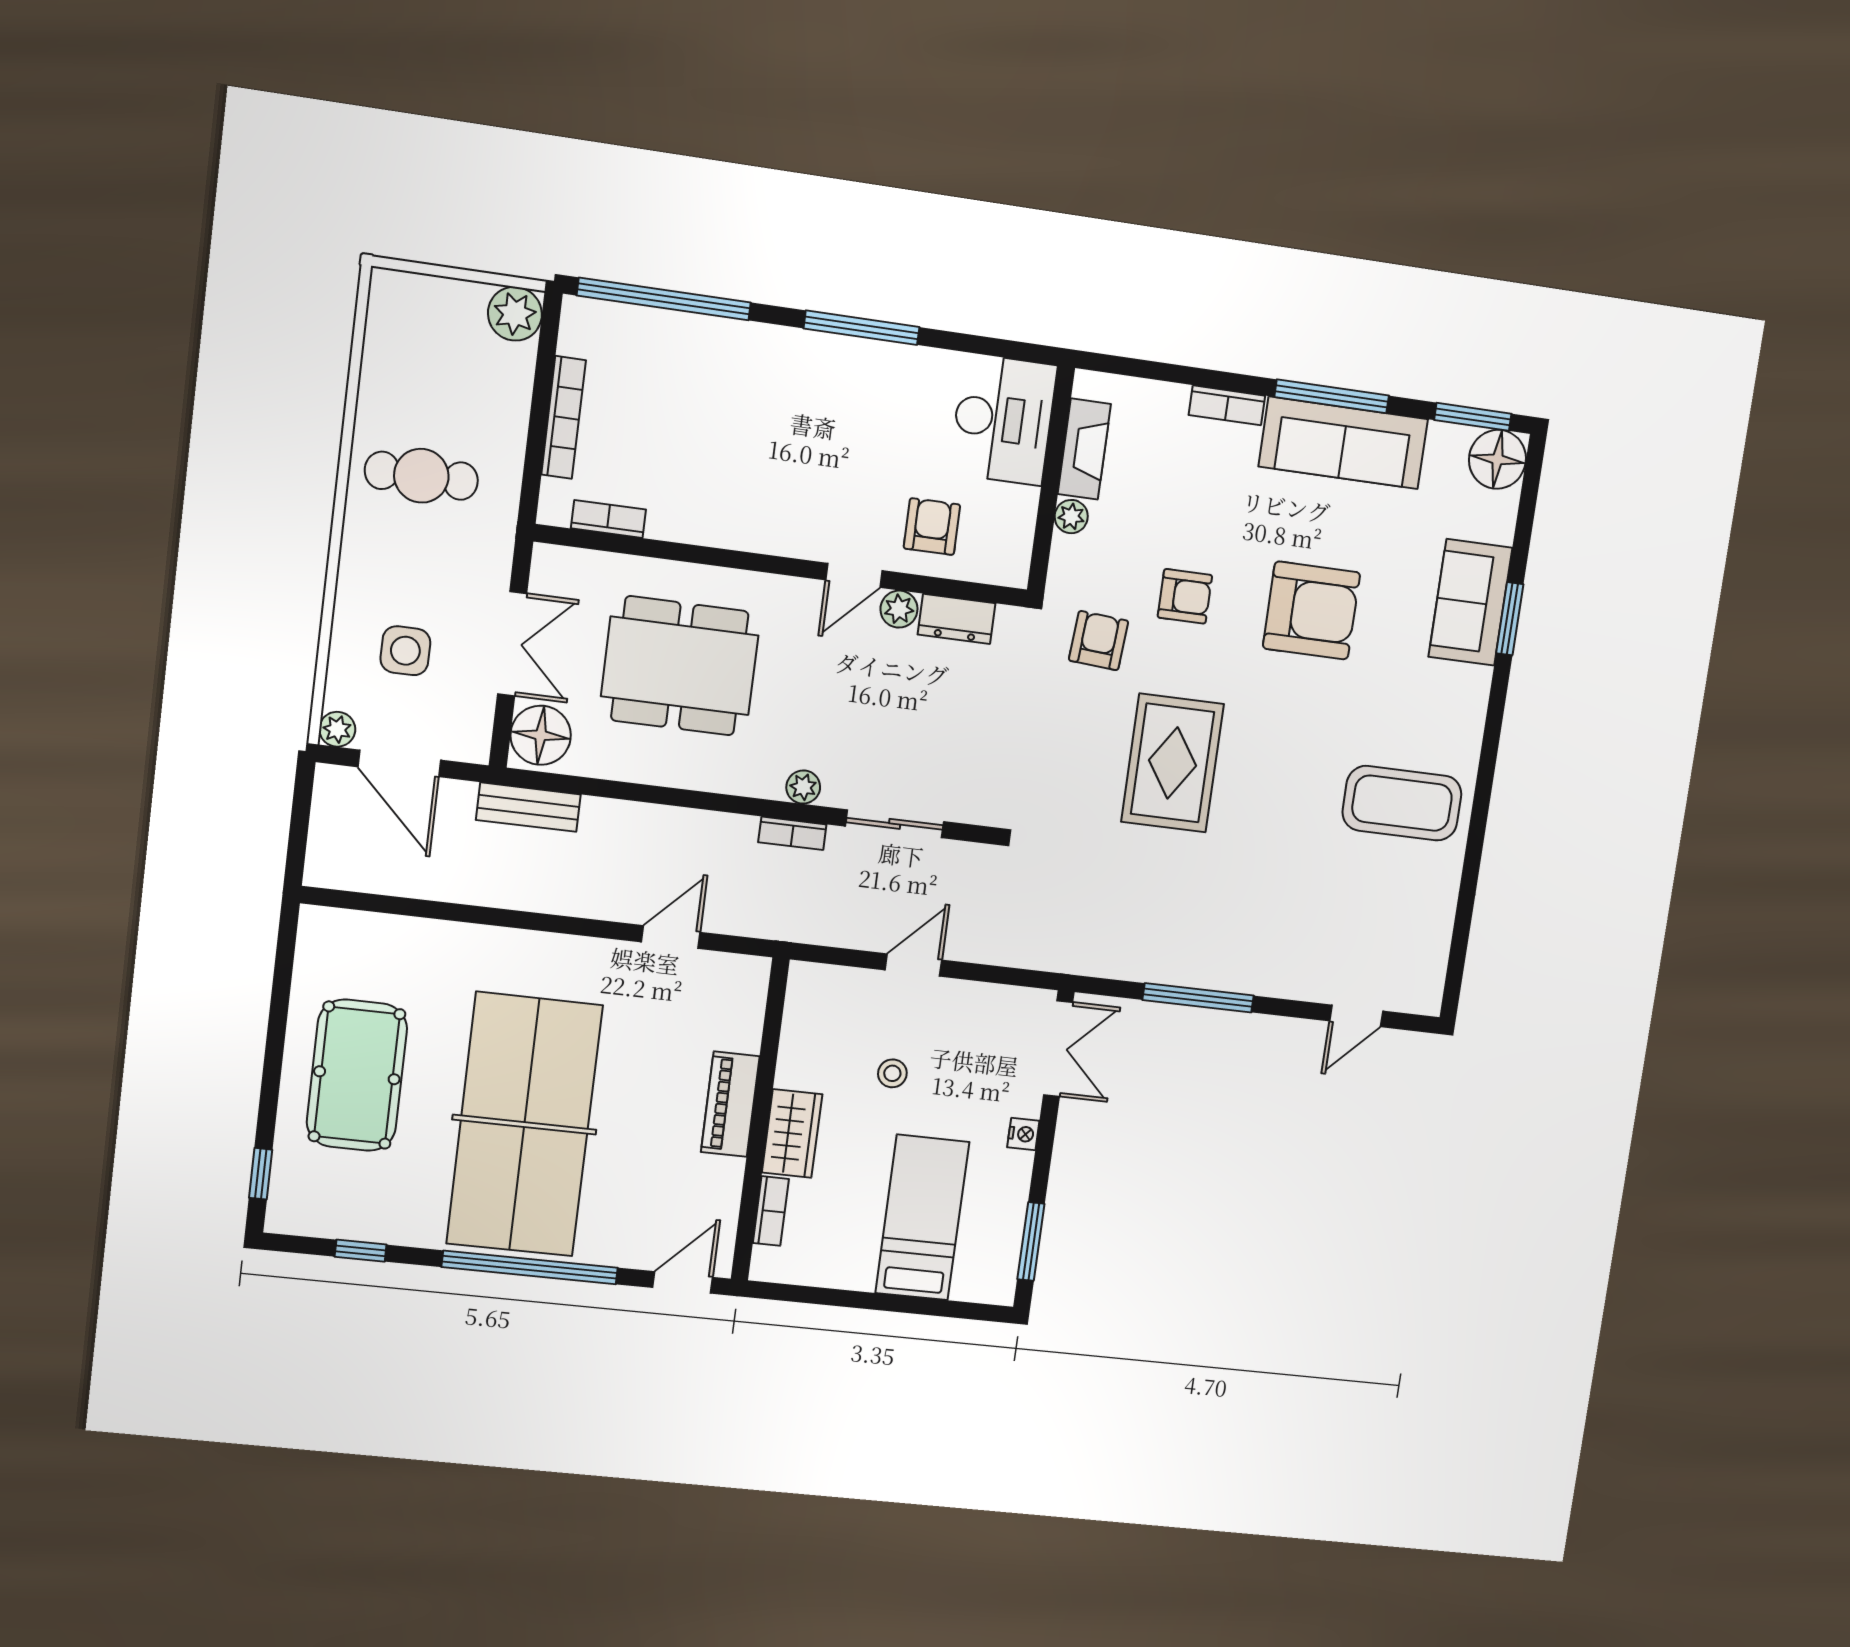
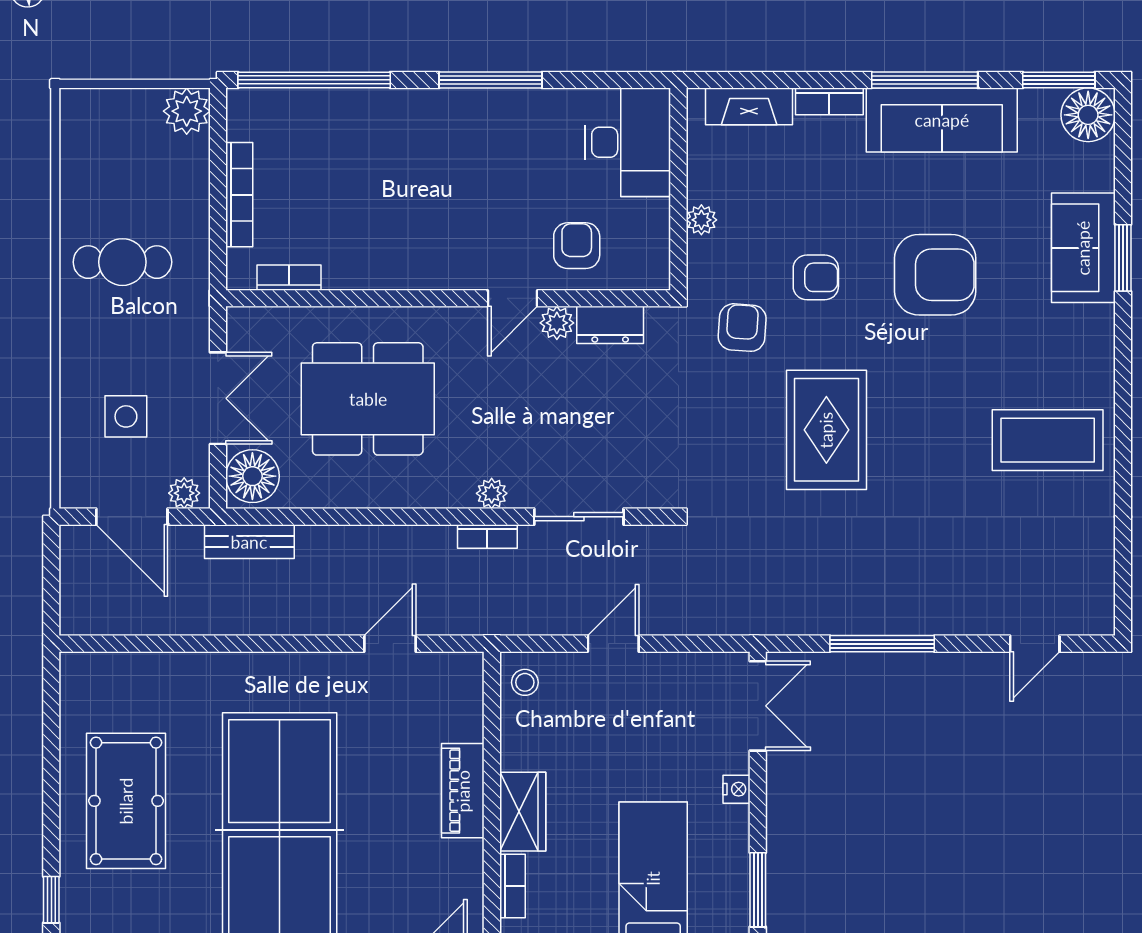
fireplace: (1084, 449) -> (749, 106), moved, turned 90
plant: (337, 729) -> (184, 493), moved
stool: (892, 1073) -> (525, 682), moved

